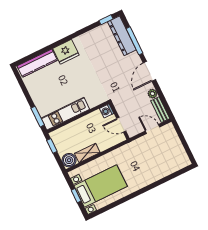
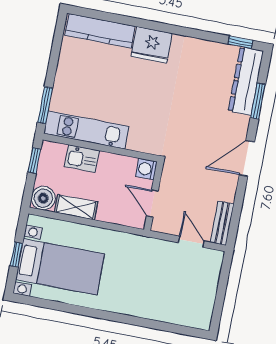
window: (134, 41) -> (258, 101), width x0.69
plant: (153, 94) -> (228, 193), removed
kitchen sink: (73, 128) -> (82, 159), added

